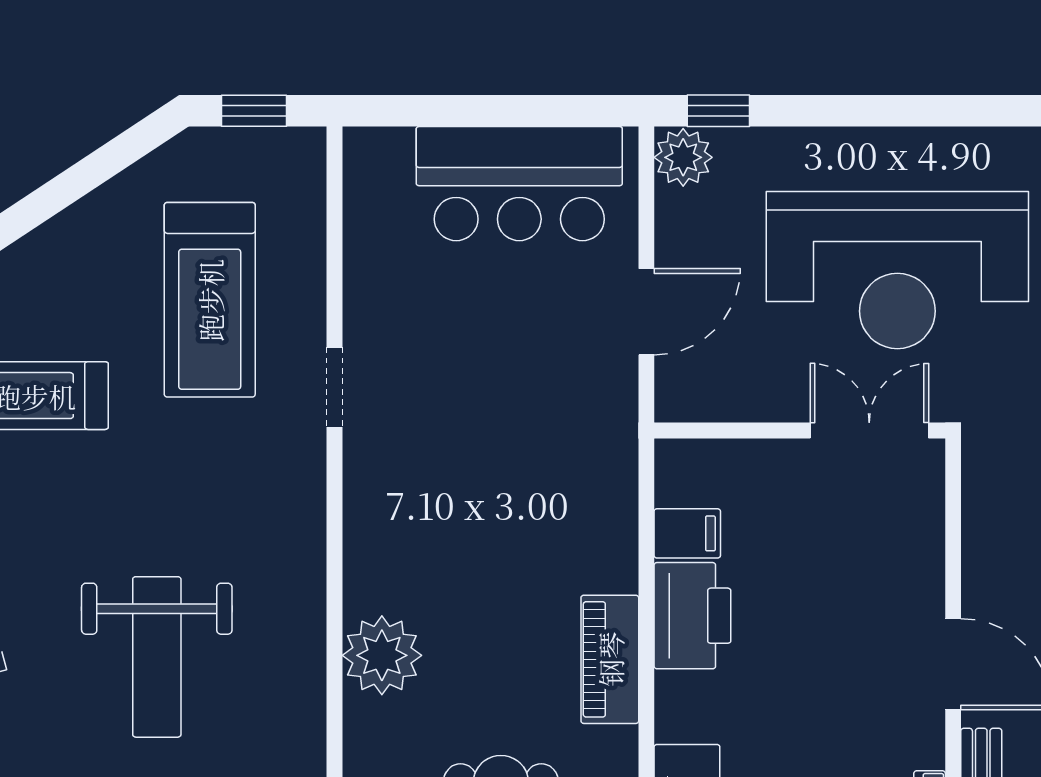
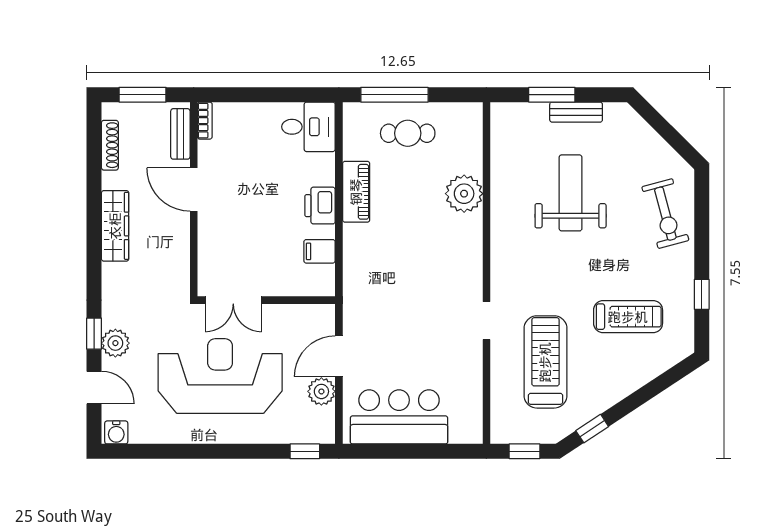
plant: (683, 157) -> (321, 391), moved
window: (111, 159) -> (592, 429), added
printer: (692, 616) -> (320, 206), width x0.73, depth x0.84

